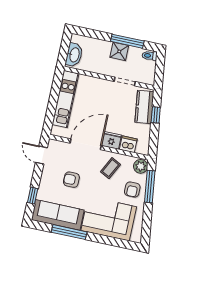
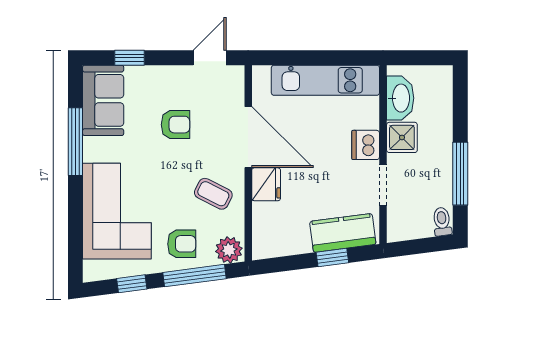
shower: (119, 51) -> (402, 137), moved
washbasin: (74, 55) -> (400, 98), moved, turned -90
dishwasher: (128, 144) -> (366, 145), moved, turned 180
armchair: (71, 180) -> (175, 125), turned 90
armchair: (132, 190) -> (182, 244), turned 180
sofa: (58, 215) -> (103, 100), width x0.73
window: (147, 219) -> (132, 284), added

